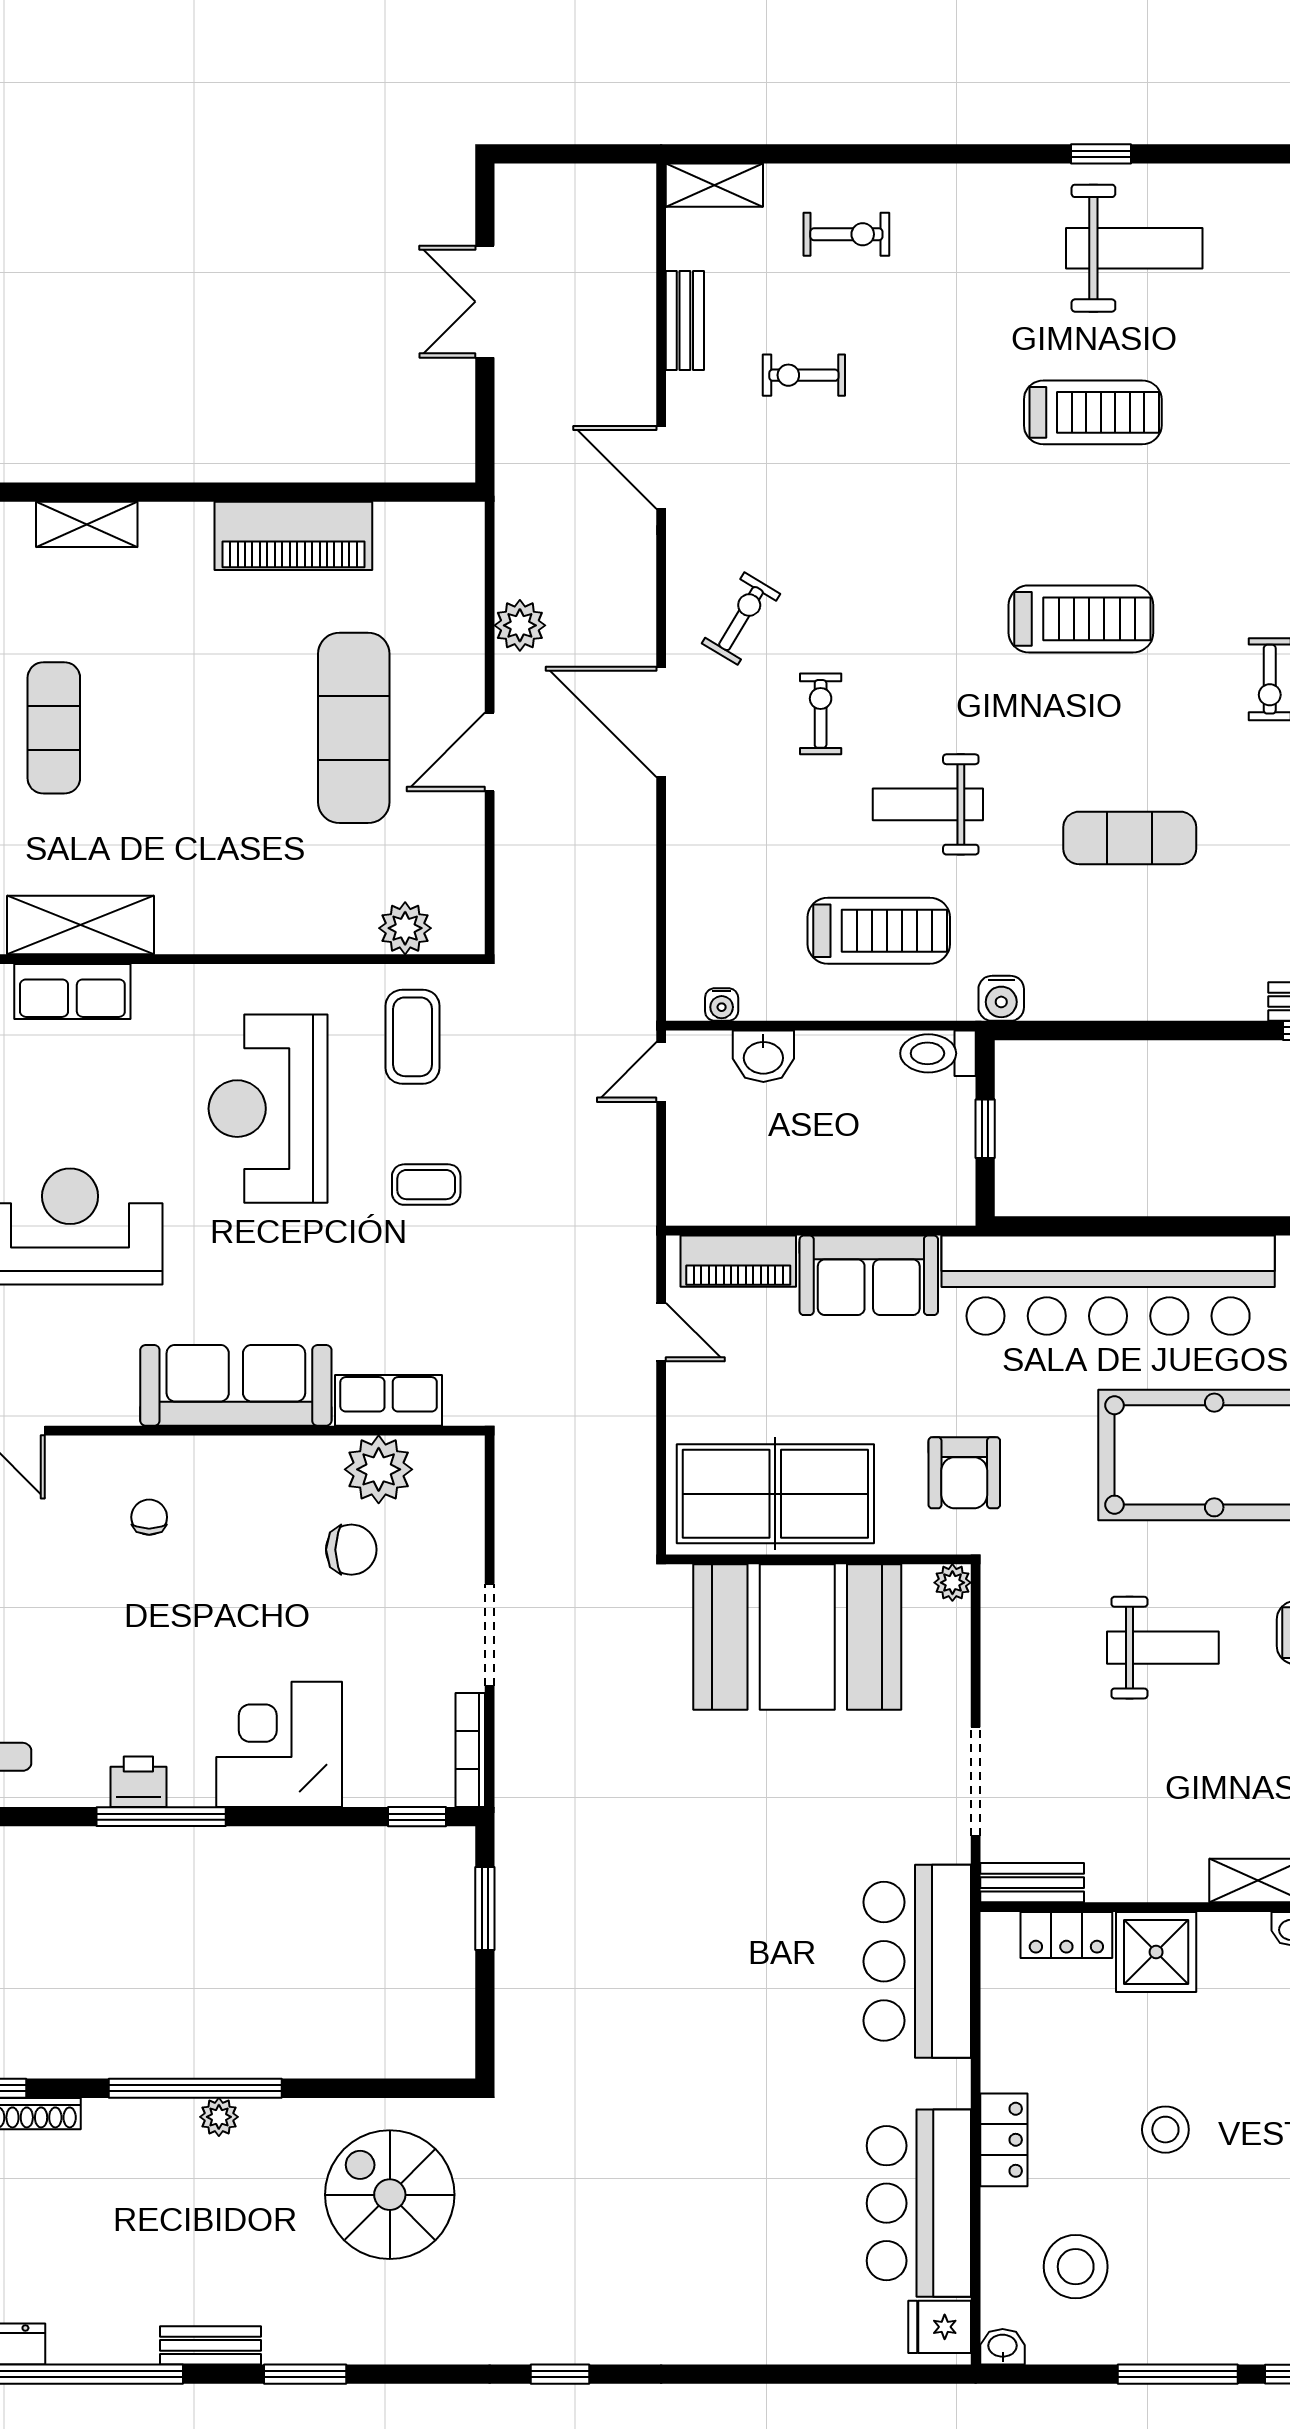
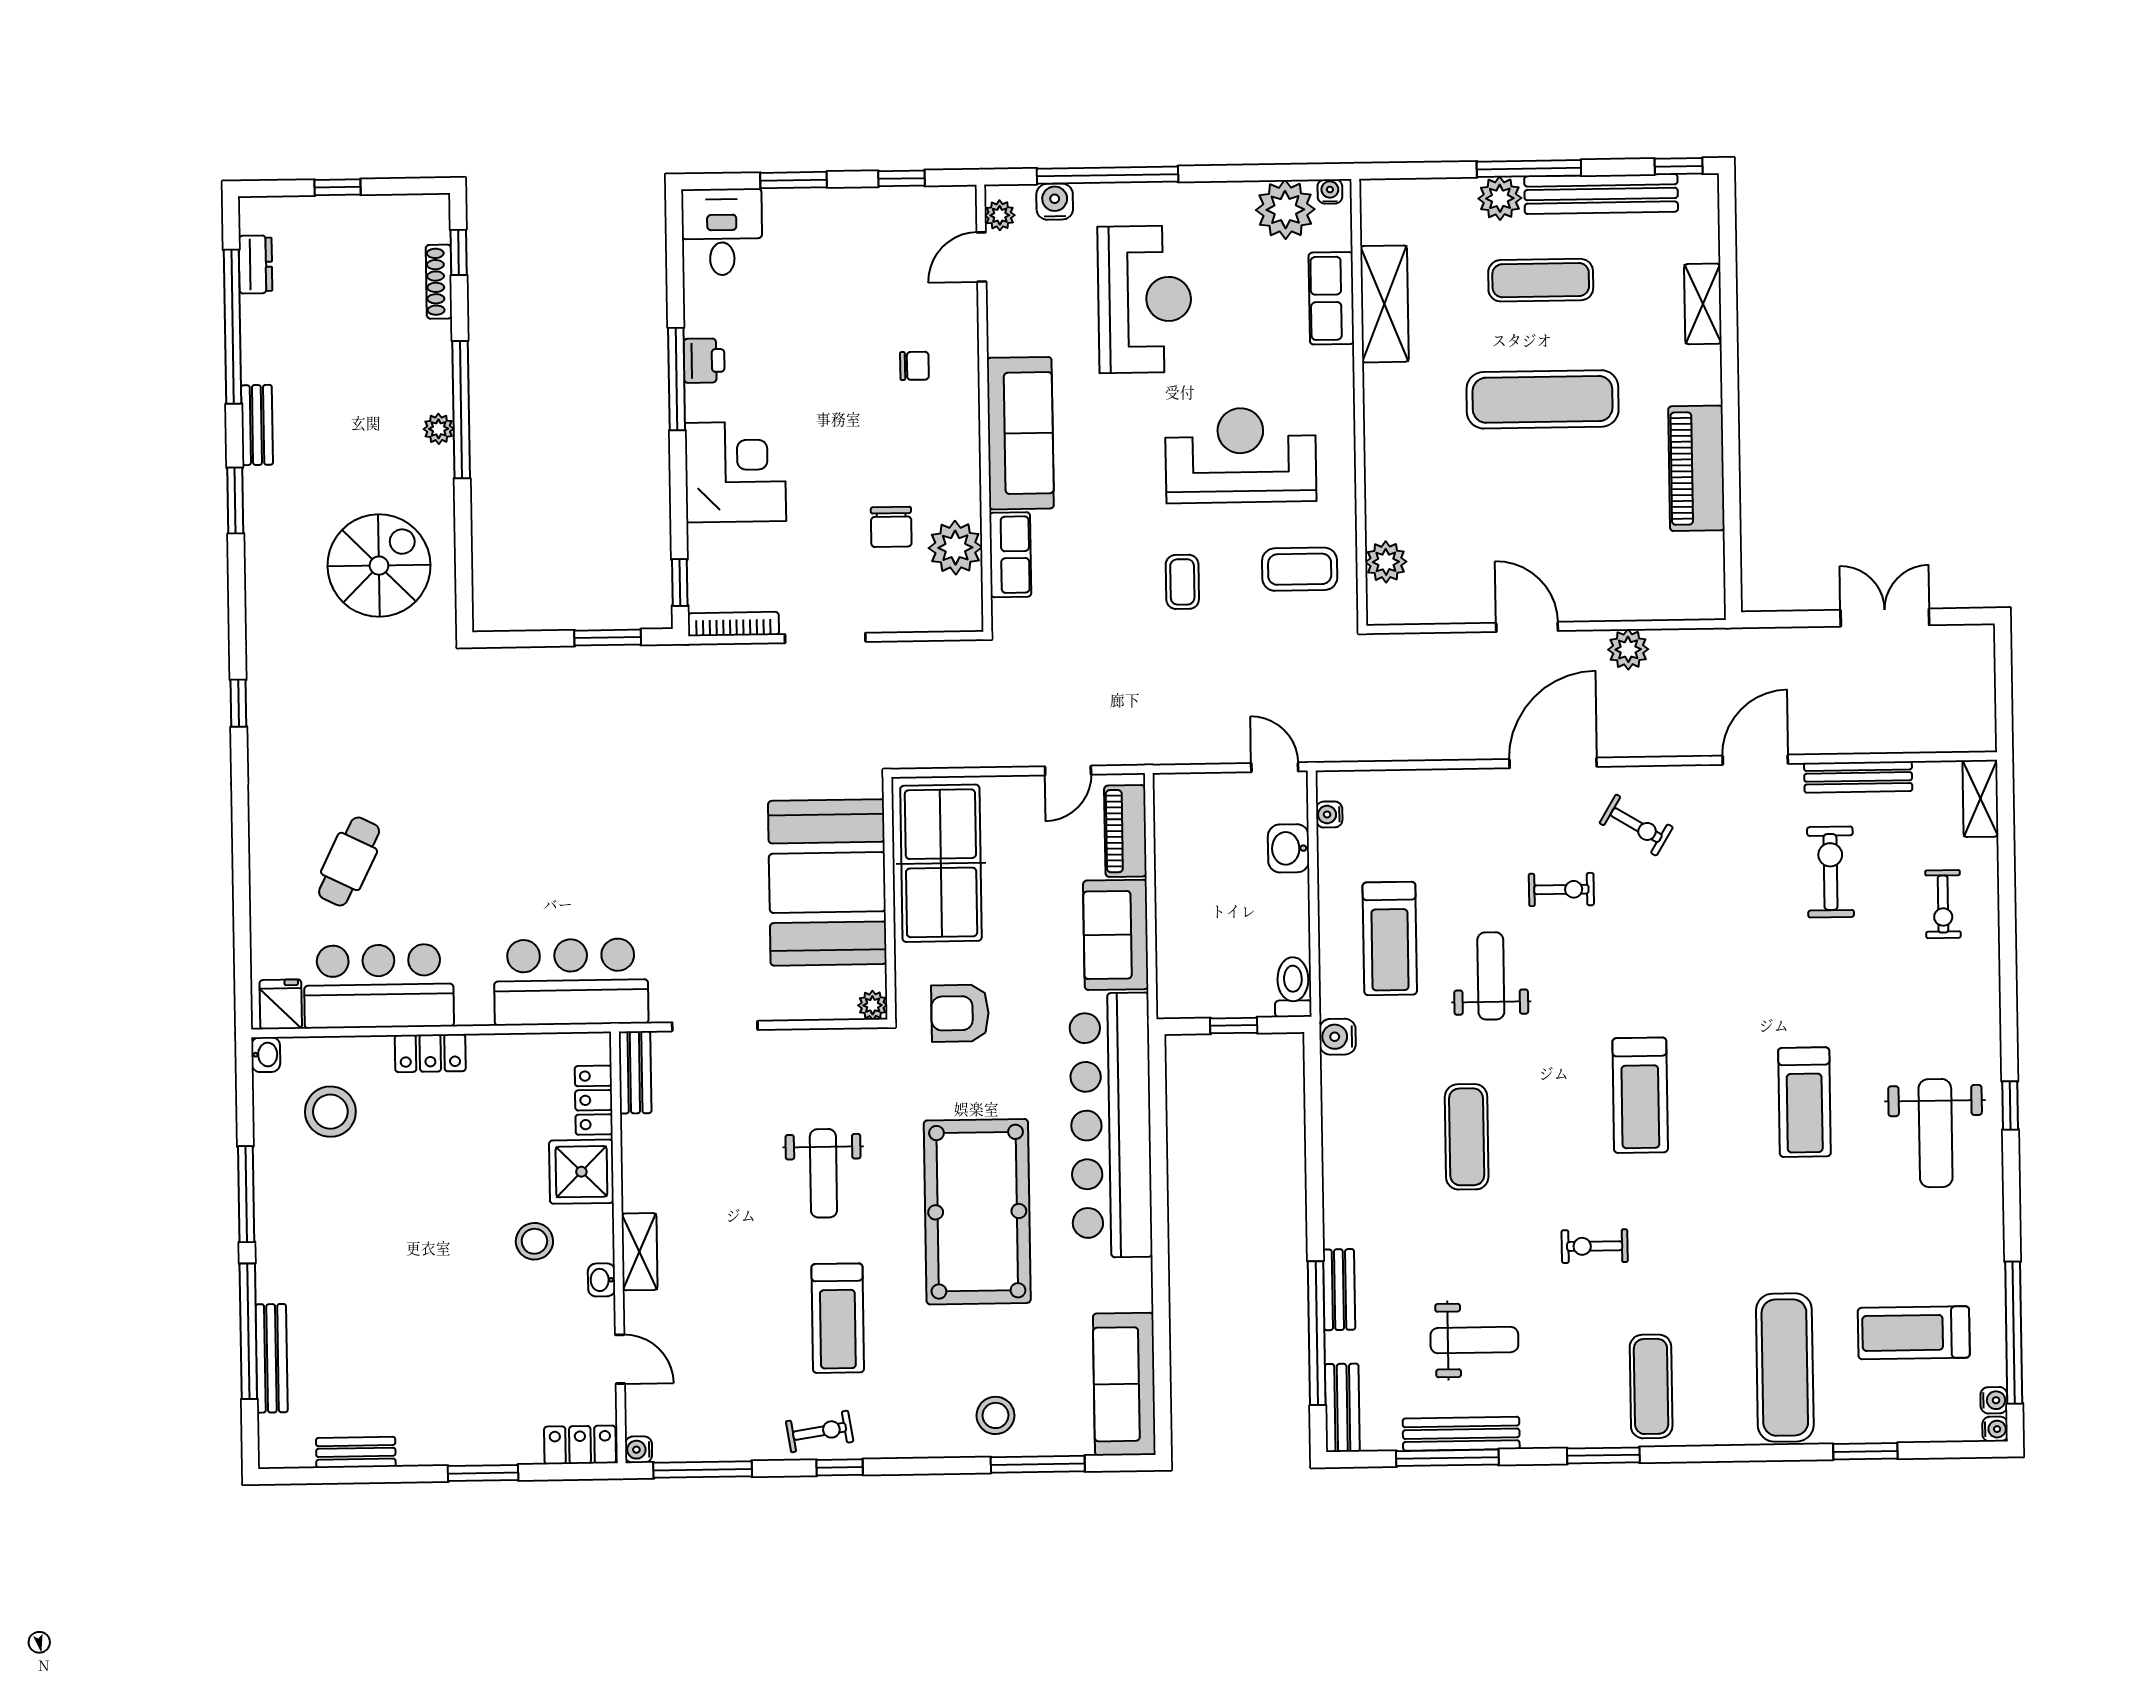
bench: (685, 320) -> (1858, 777), width x1.36
exercise bike: (804, 375) -> (1830, 872), width x1.38, depth x1.39
exercise mat: (354, 728) -> (1543, 399), moved
stool: (1165, 2130) -> (534, 1241), moved
cafe table: (761, 2238) -> (349, 861), added

